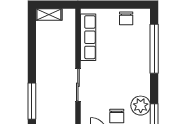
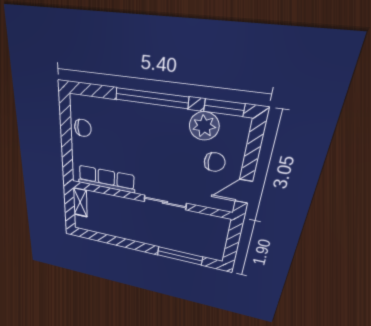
shelving: (49, 14) -> (80, 202), moved
window: (154, 49) -> (151, 98), moved

